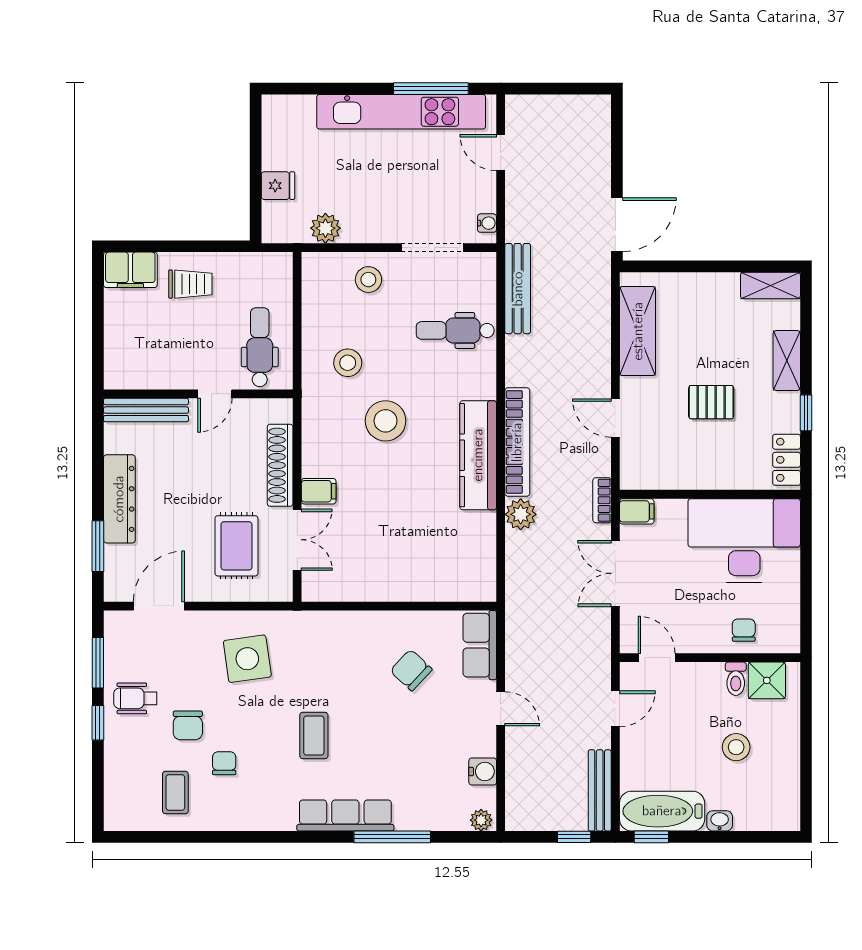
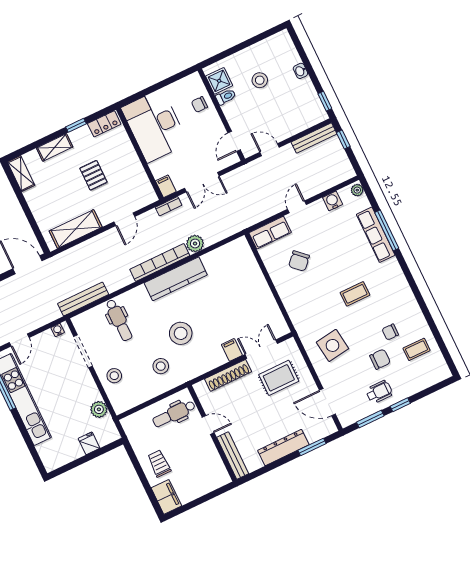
wheelchair: (135, 698) -> (379, 392), turned -90
bathtub: (662, 811) -> (309, 102), removed
row of seats: (345, 815) -> (376, 235), moved

